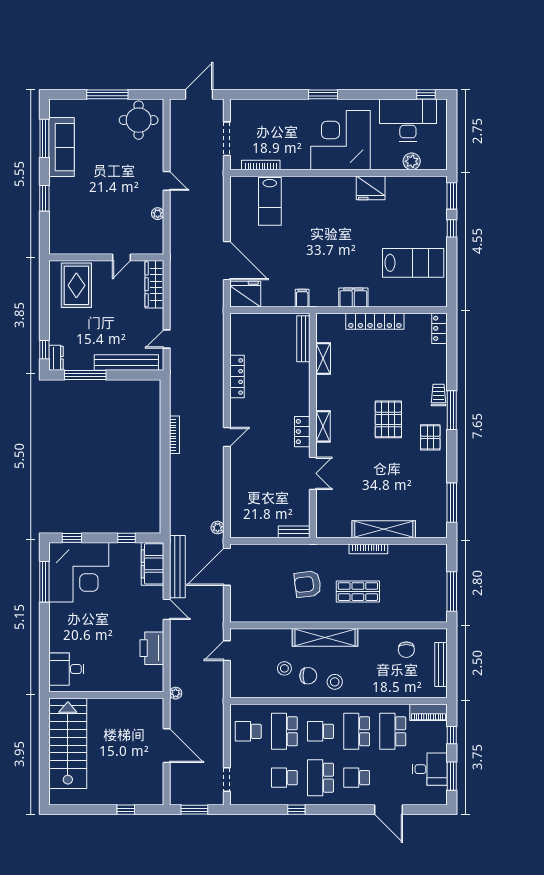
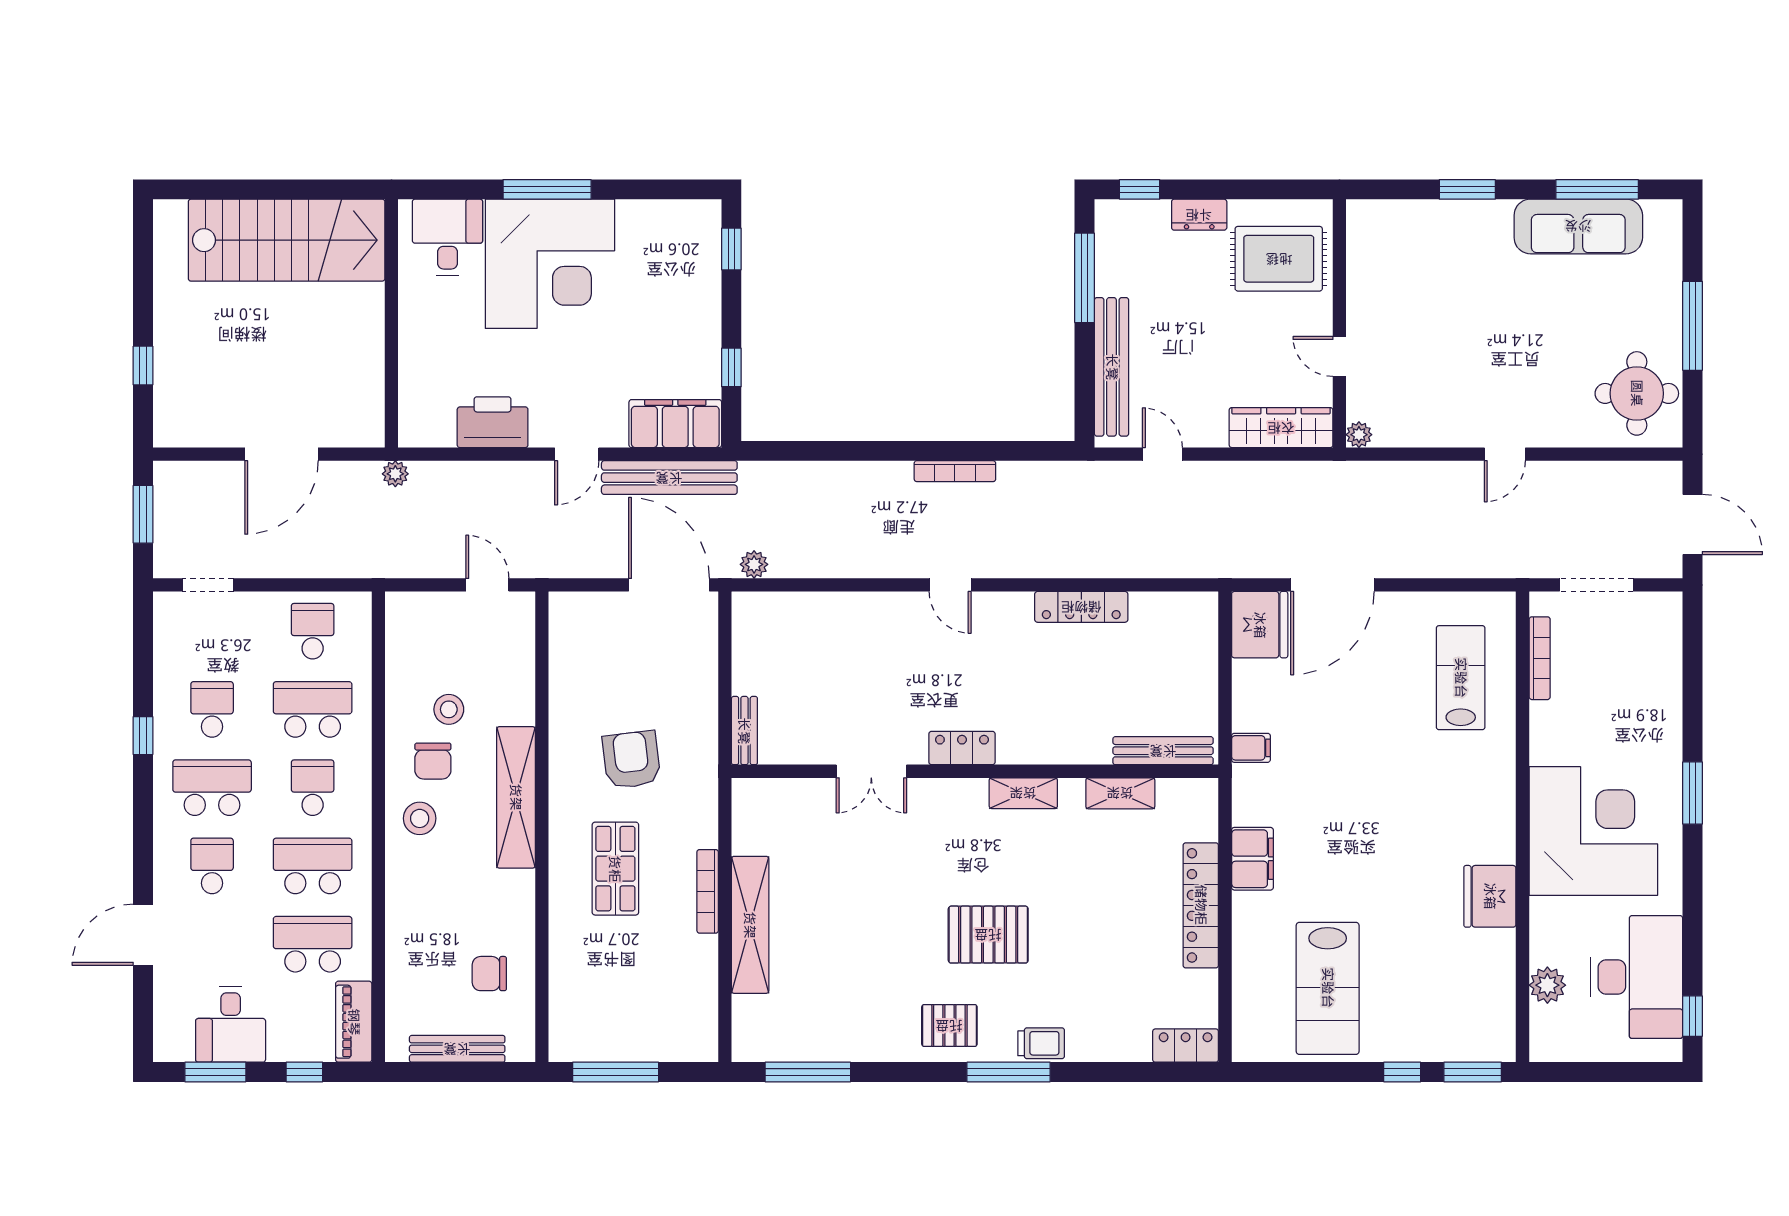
lab bench: (270, 201) -> (1461, 678), turned 90
plant: (158, 214) -> (1359, 435), moved
dresser: (56, 358) -> (1199, 215), moved
shelving: (323, 426) -> (1023, 793), moved
corner desk: (79, 572) -> (550, 264), moved, turned -90
window: (44, 582) -> (547, 189), moved

